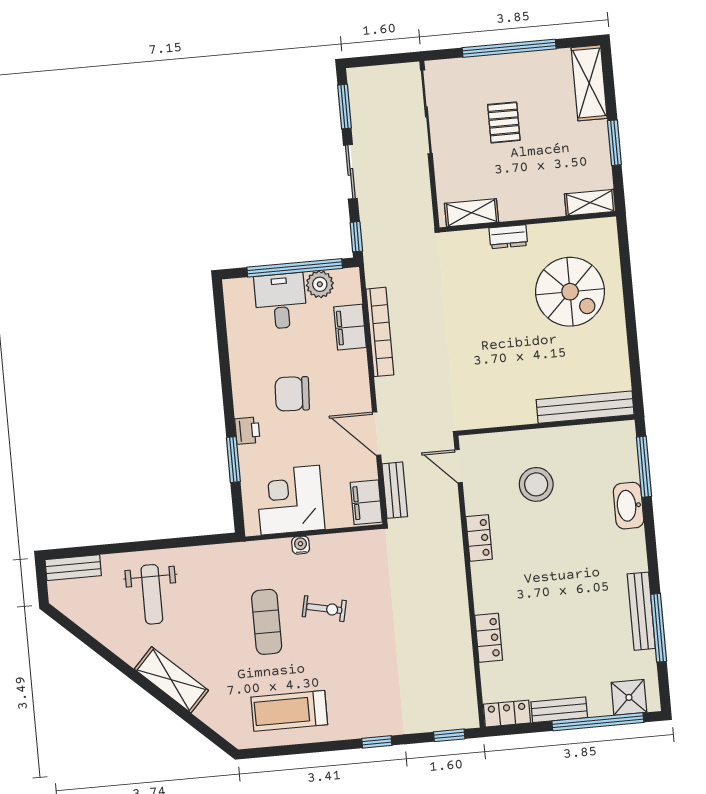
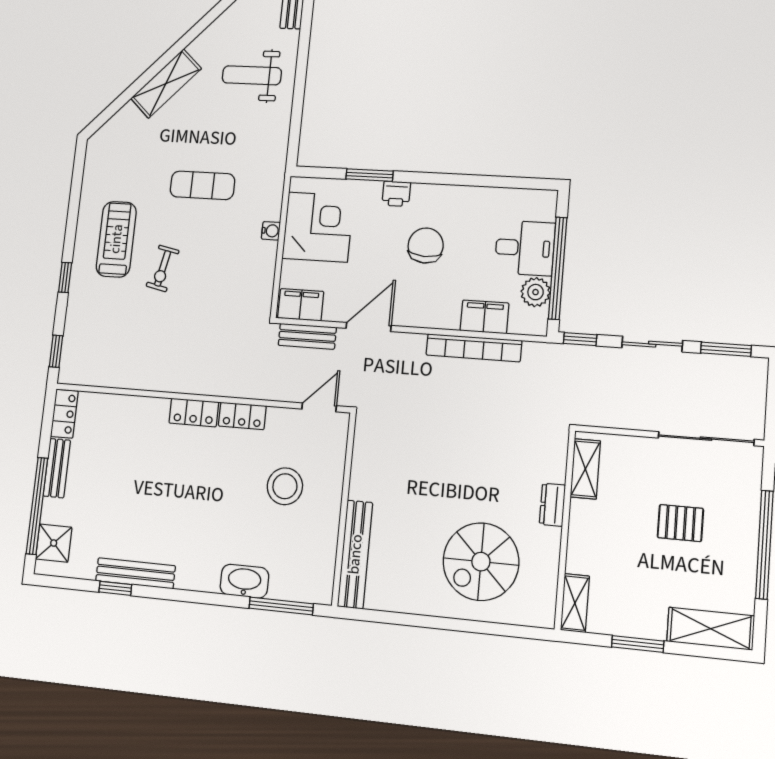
exercise bike: (324, 609) -> (163, 268), moved
window: (659, 628) -> (115, 588), width x0.46
locker: (489, 638) -> (194, 413), moved
treadmill: (289, 711) -> (116, 239), moved

